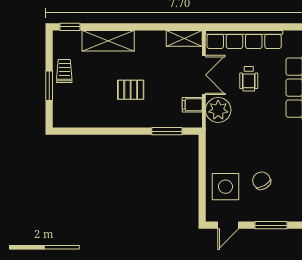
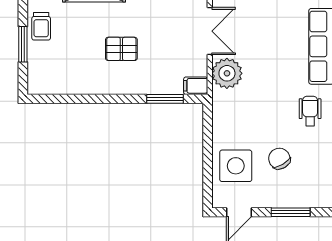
trolley: (64, 71) -> (41, 26), turned 180
wheelchair: (249, 79) -> (310, 111), moved, turned 180
filing cabinet: (192, 105) -> (196, 86), moved

